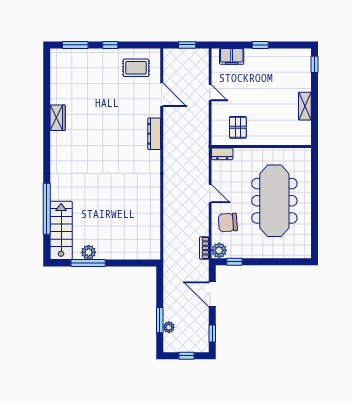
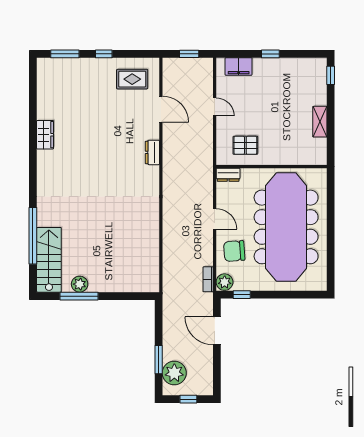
pallet: (238, 127) -> (245, 145), turned 90
dresser: (154, 134) -> (152, 152), width x0.70
meeting table: (274, 201) -> (286, 227), width x1.36, depth x1.27
plant: (169, 327) -> (174, 373), width x1.88, depth x1.88
window: (212, 334) -> (217, 374), removed

